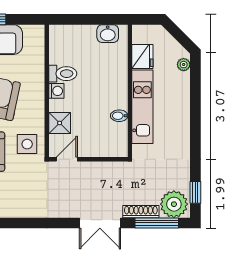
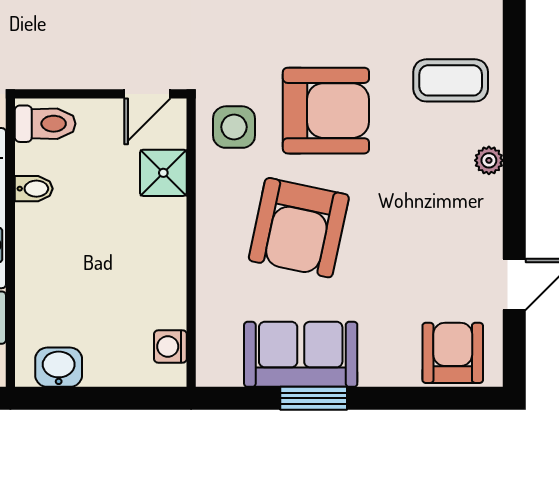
toilet: (63, 74) -> (45, 124), moved, turned 180
washing machine: (56, 91) -> (170, 346), moved

